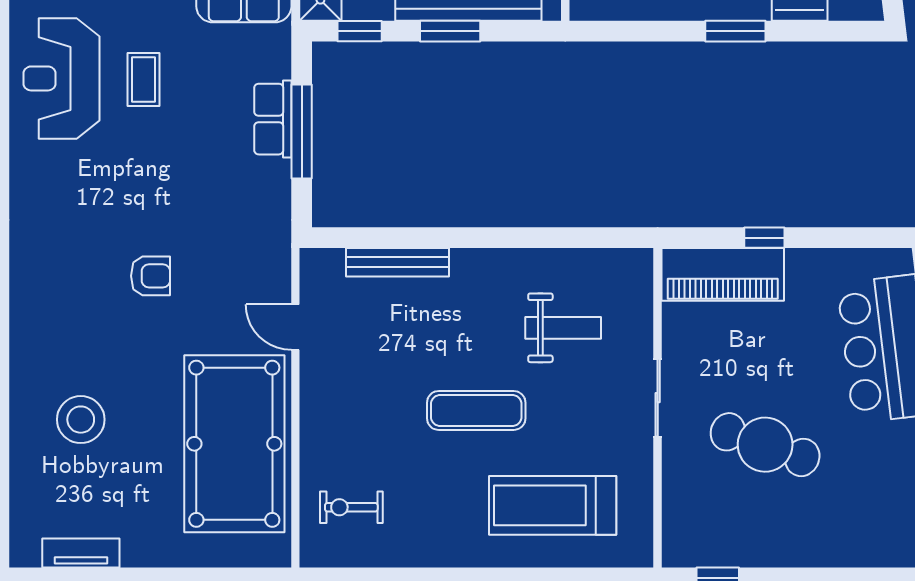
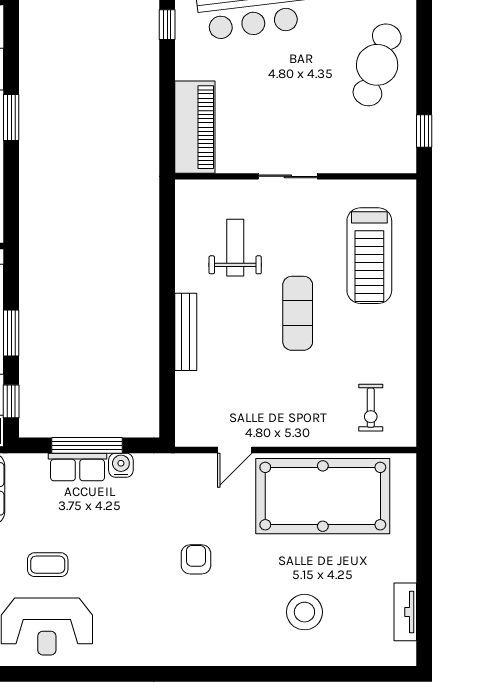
water cooler: (275, 176) -> (121, 465), added
window: (764, 238) -> (167, 25), moved
bench: (397, 262) -> (186, 332), moved
cafe table: (765, 445) -> (377, 65), moved

